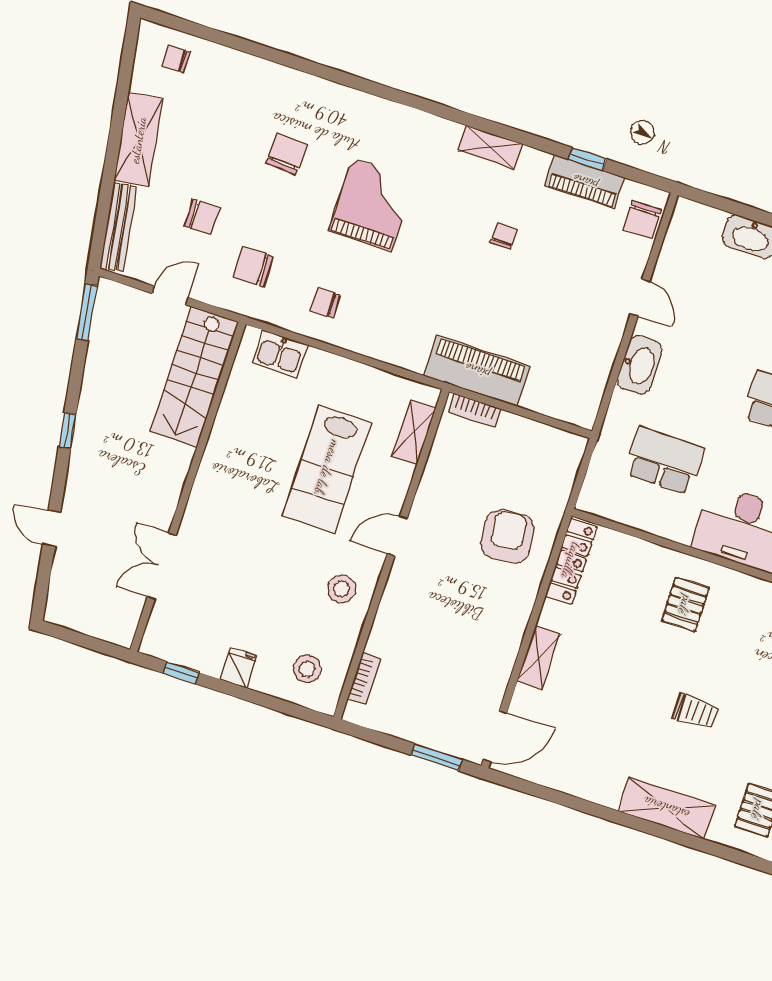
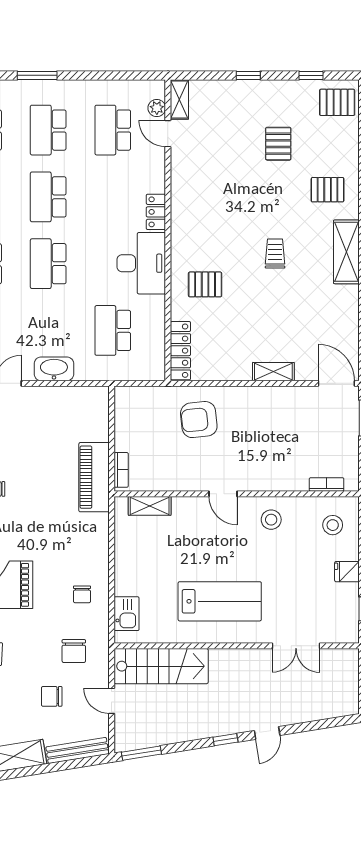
chair: (202, 217) -> (52, 696), turned -90
lab bench: (327, 469) -> (220, 601), moved
door: (52, 528) -> (267, 733), moved
locker: (571, 561) -> (180, 351), moved, turned 90

